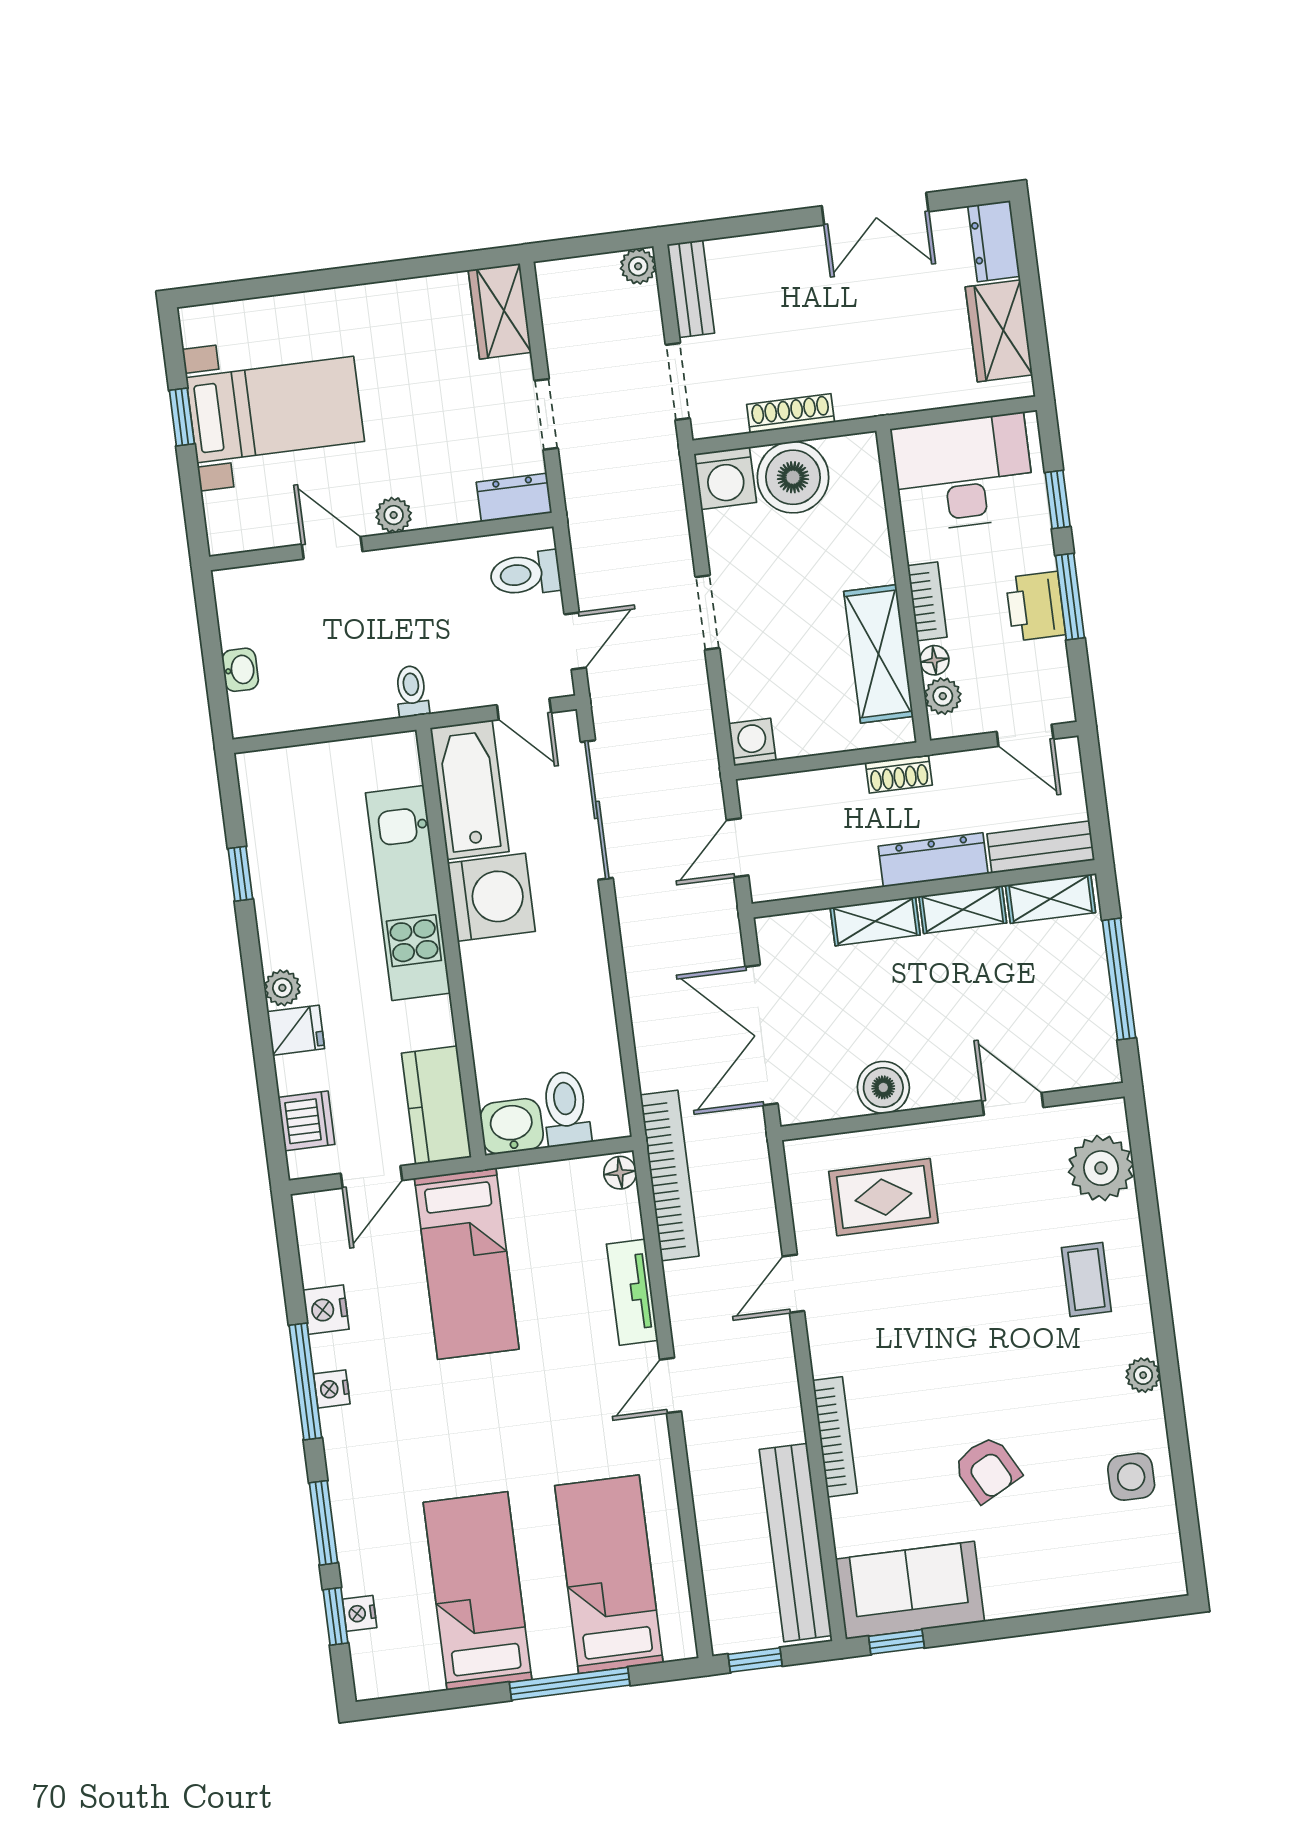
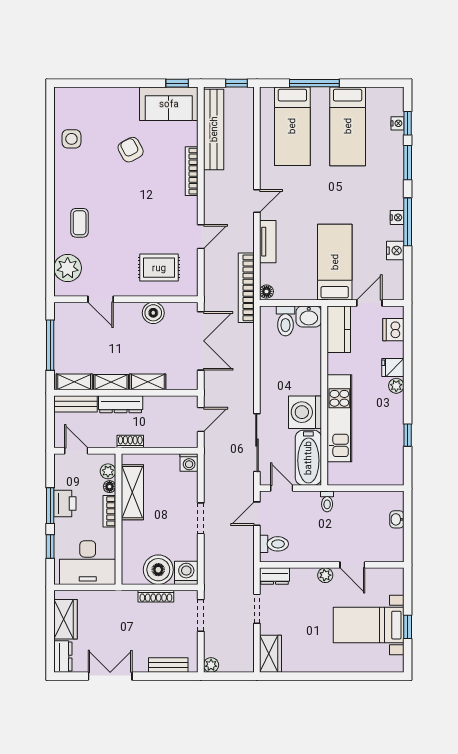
bench: (691, 289) -> (168, 665), moved, turned 90
plant: (1143, 1375) -> (61, 180), removed

